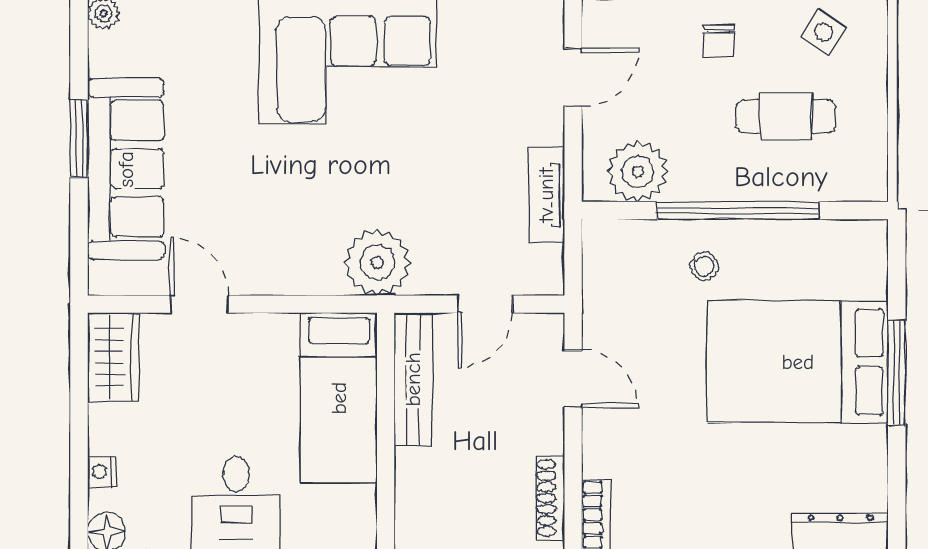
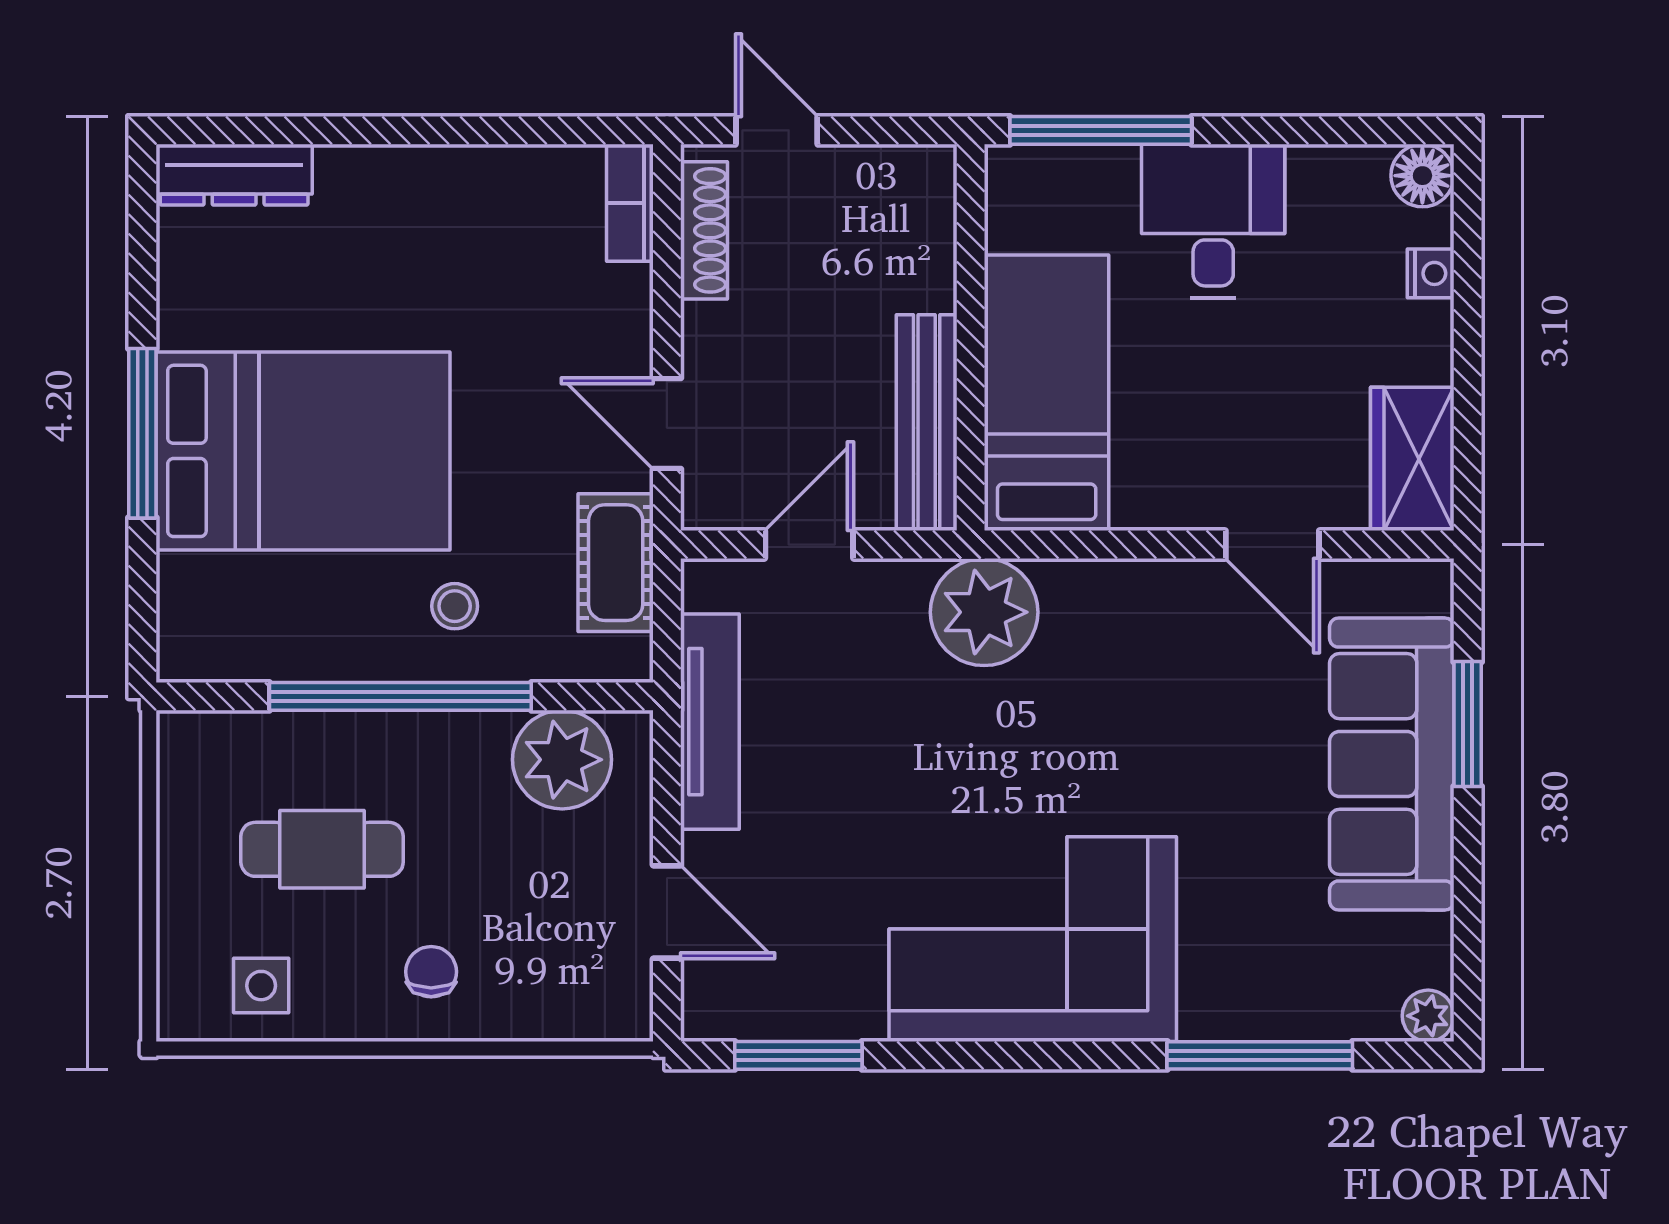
side table: (823, 32) -> (261, 986), turned -34
door: (573, 77) -> (667, 912), swing flipped
window: (79, 139) -> (1468, 724), moved
tv unit: (546, 195) -> (710, 722), width x1.41
cot: (605, 293) -> (616, 563), added

